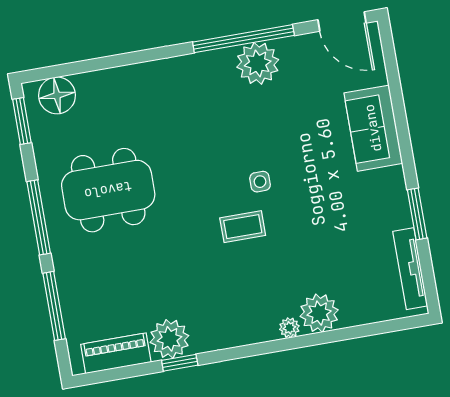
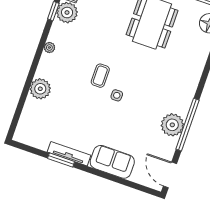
door: (342, 21) -> (170, 175), hinge flipped
tv unit: (410, 269) -> (69, 154), moved
plant: (289, 328) -> (49, 47), moved

